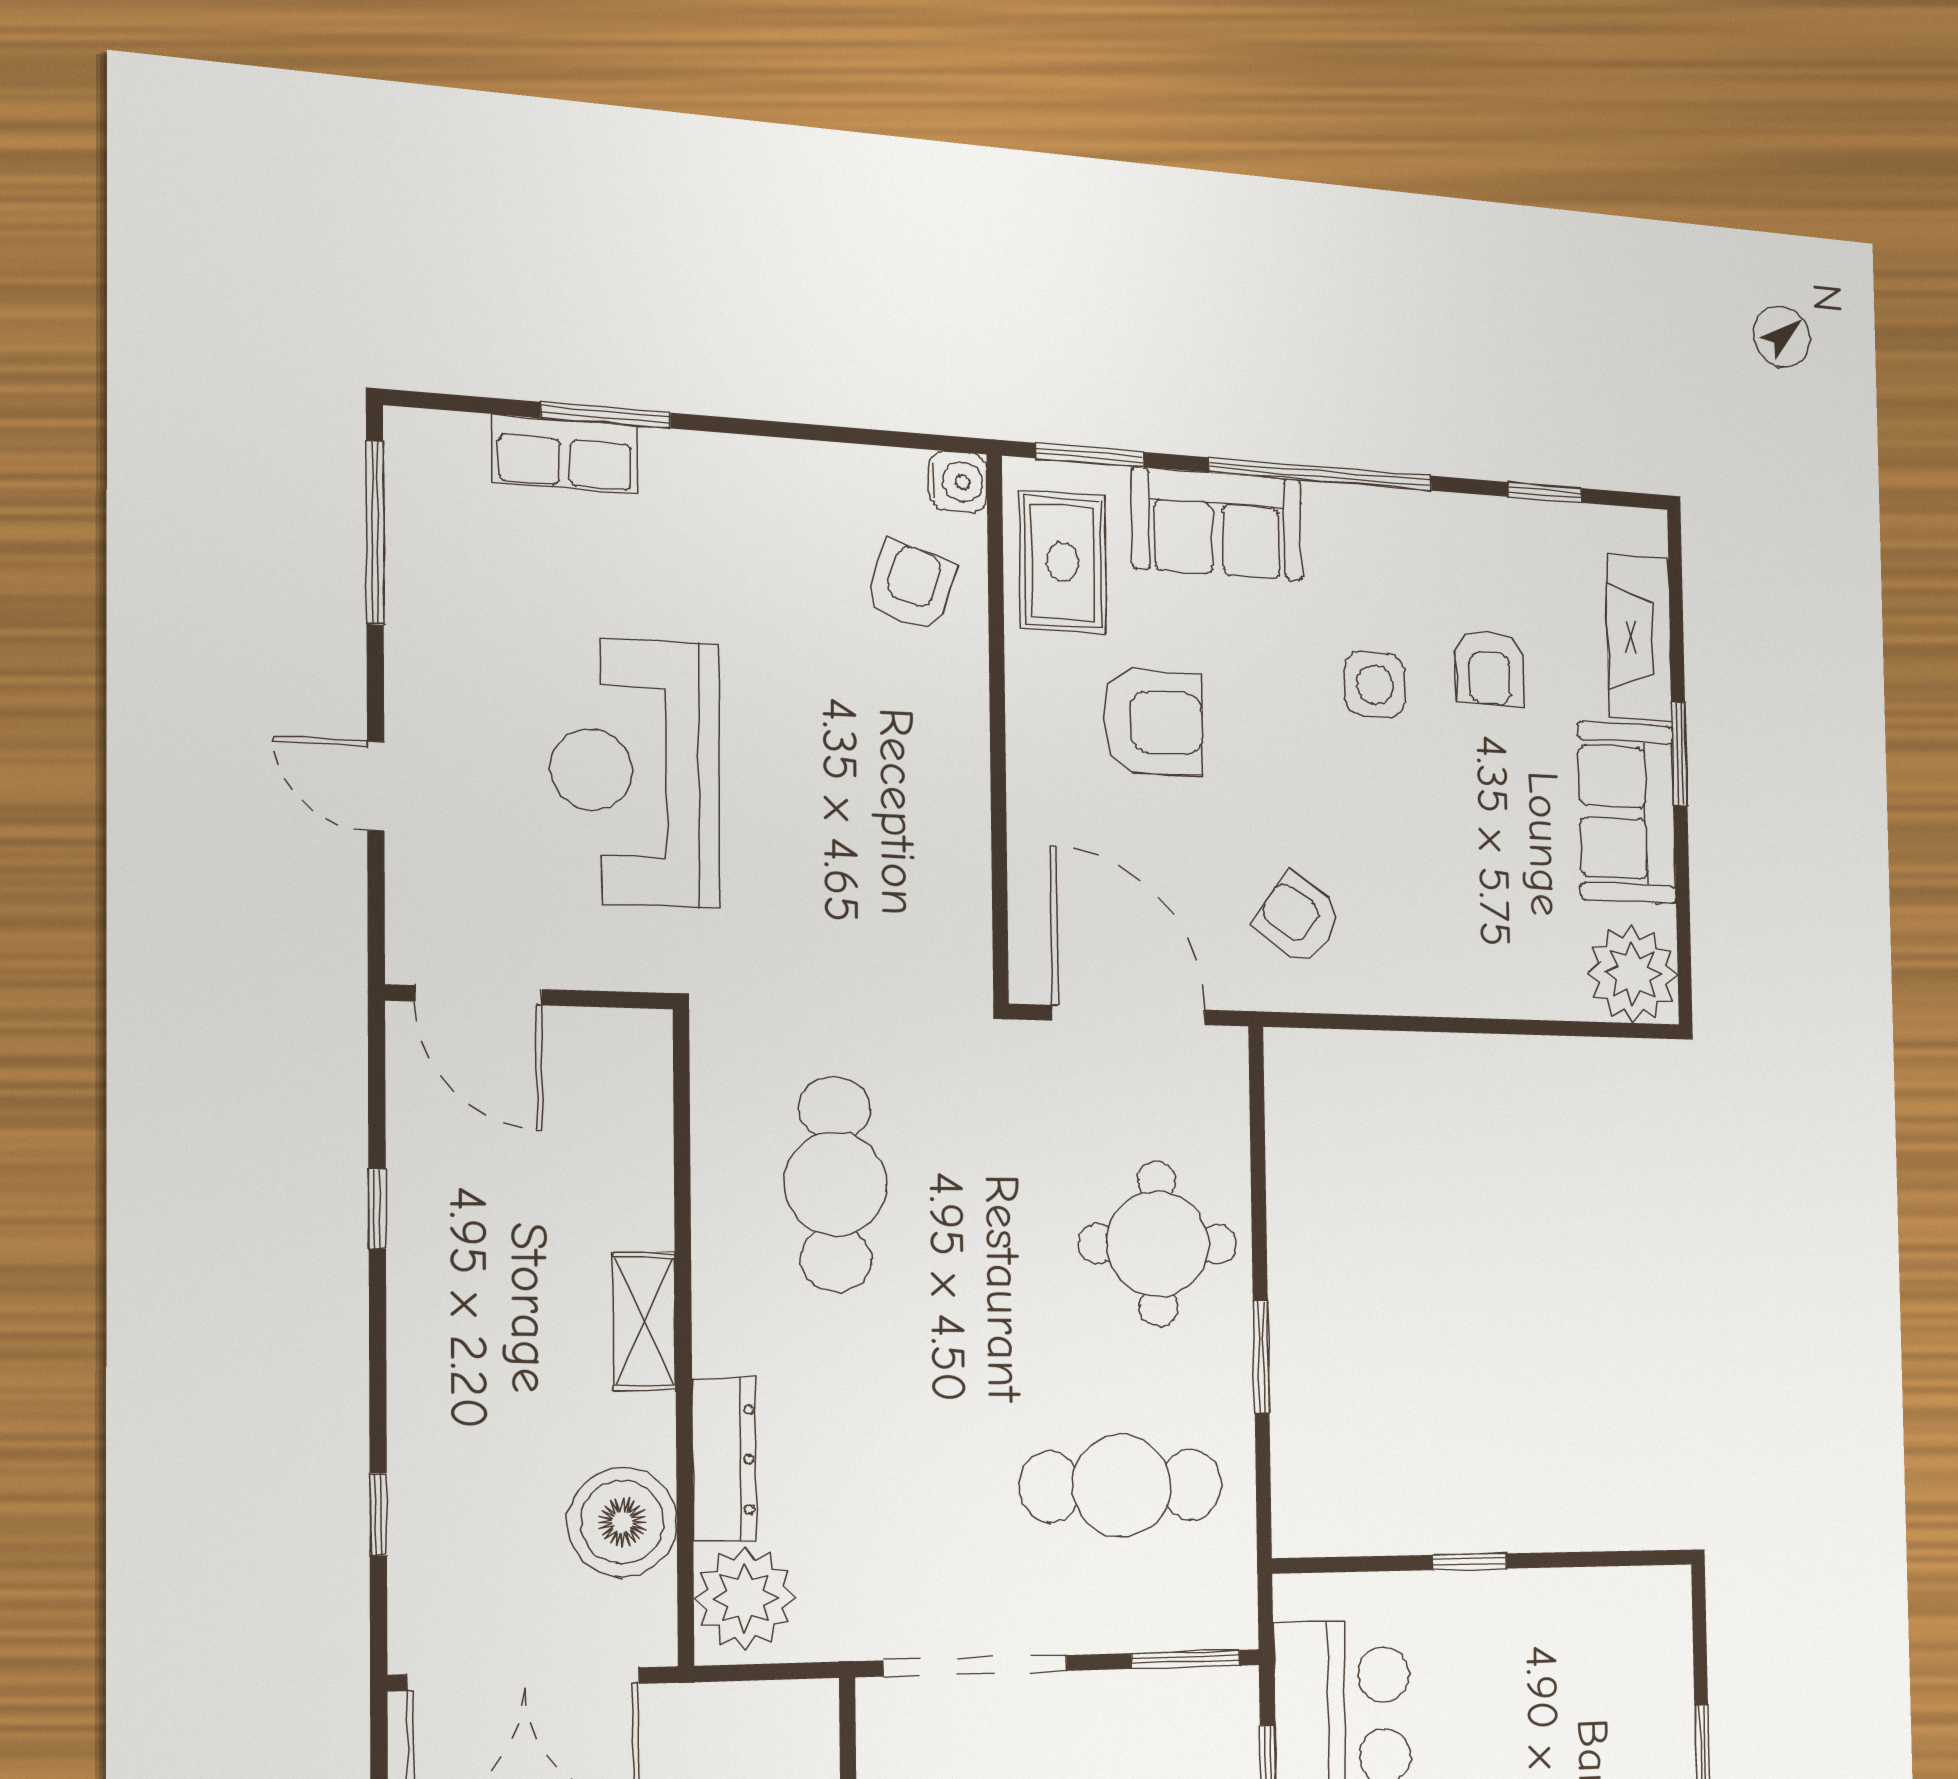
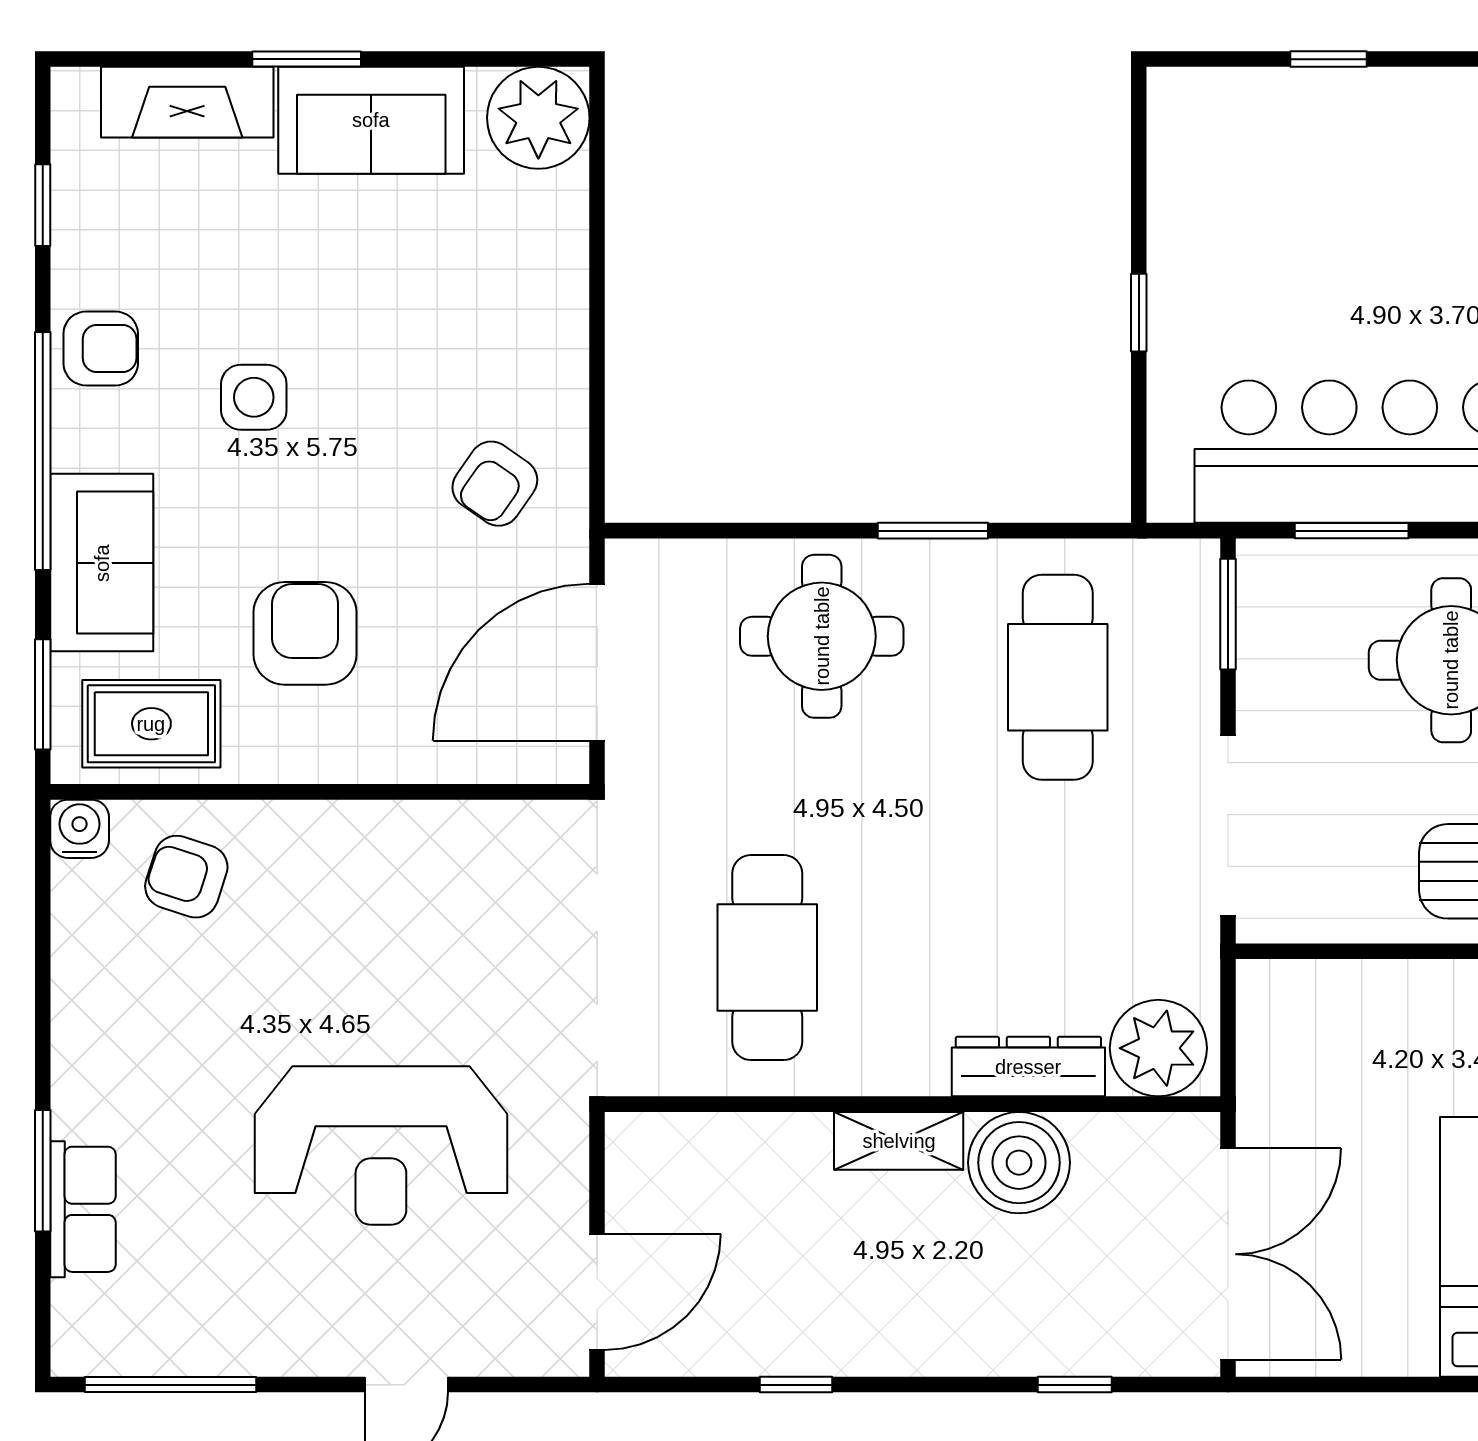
armchair: (1489, 668) -> (101, 348), moved
cafe table: (835, 1184) -> (767, 958), turned 90
boiler: (622, 1522) -> (1019, 1163), moved

